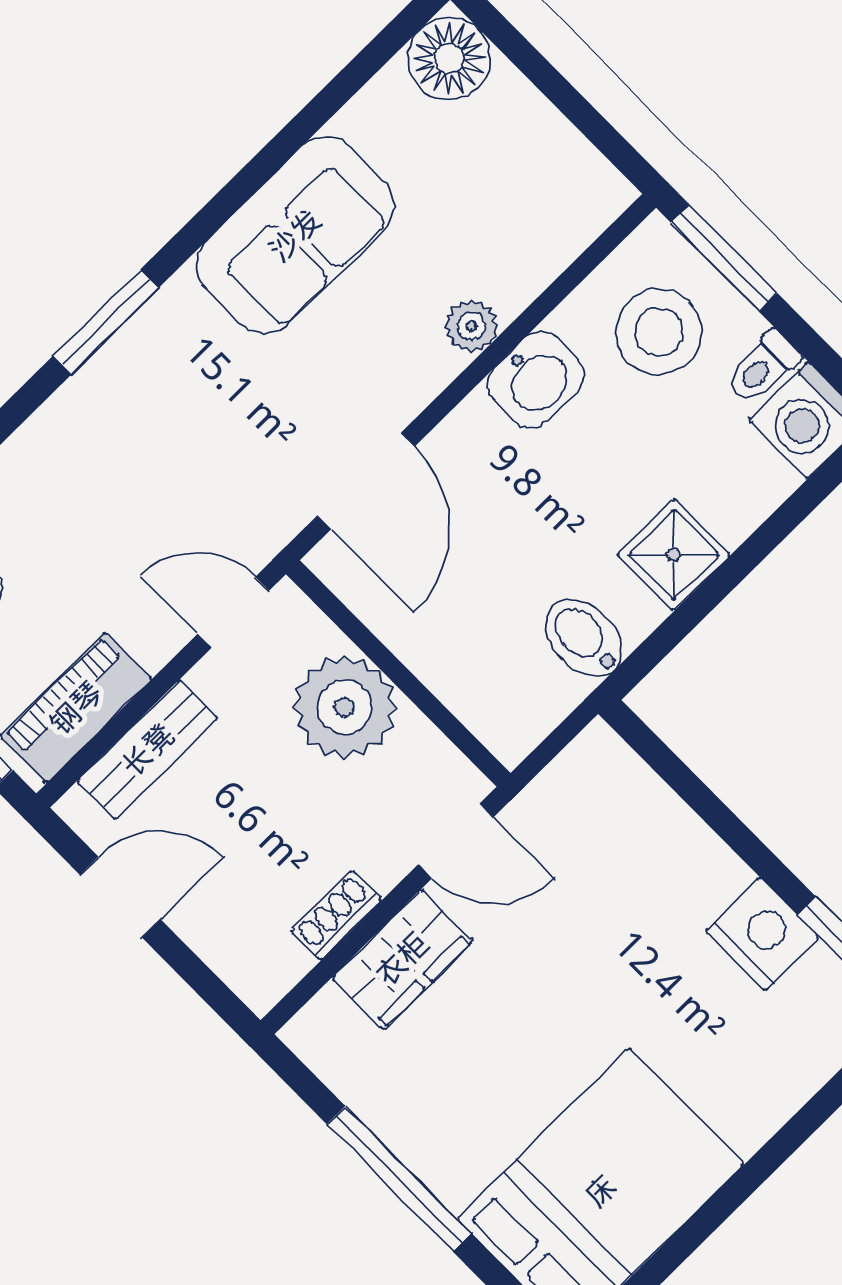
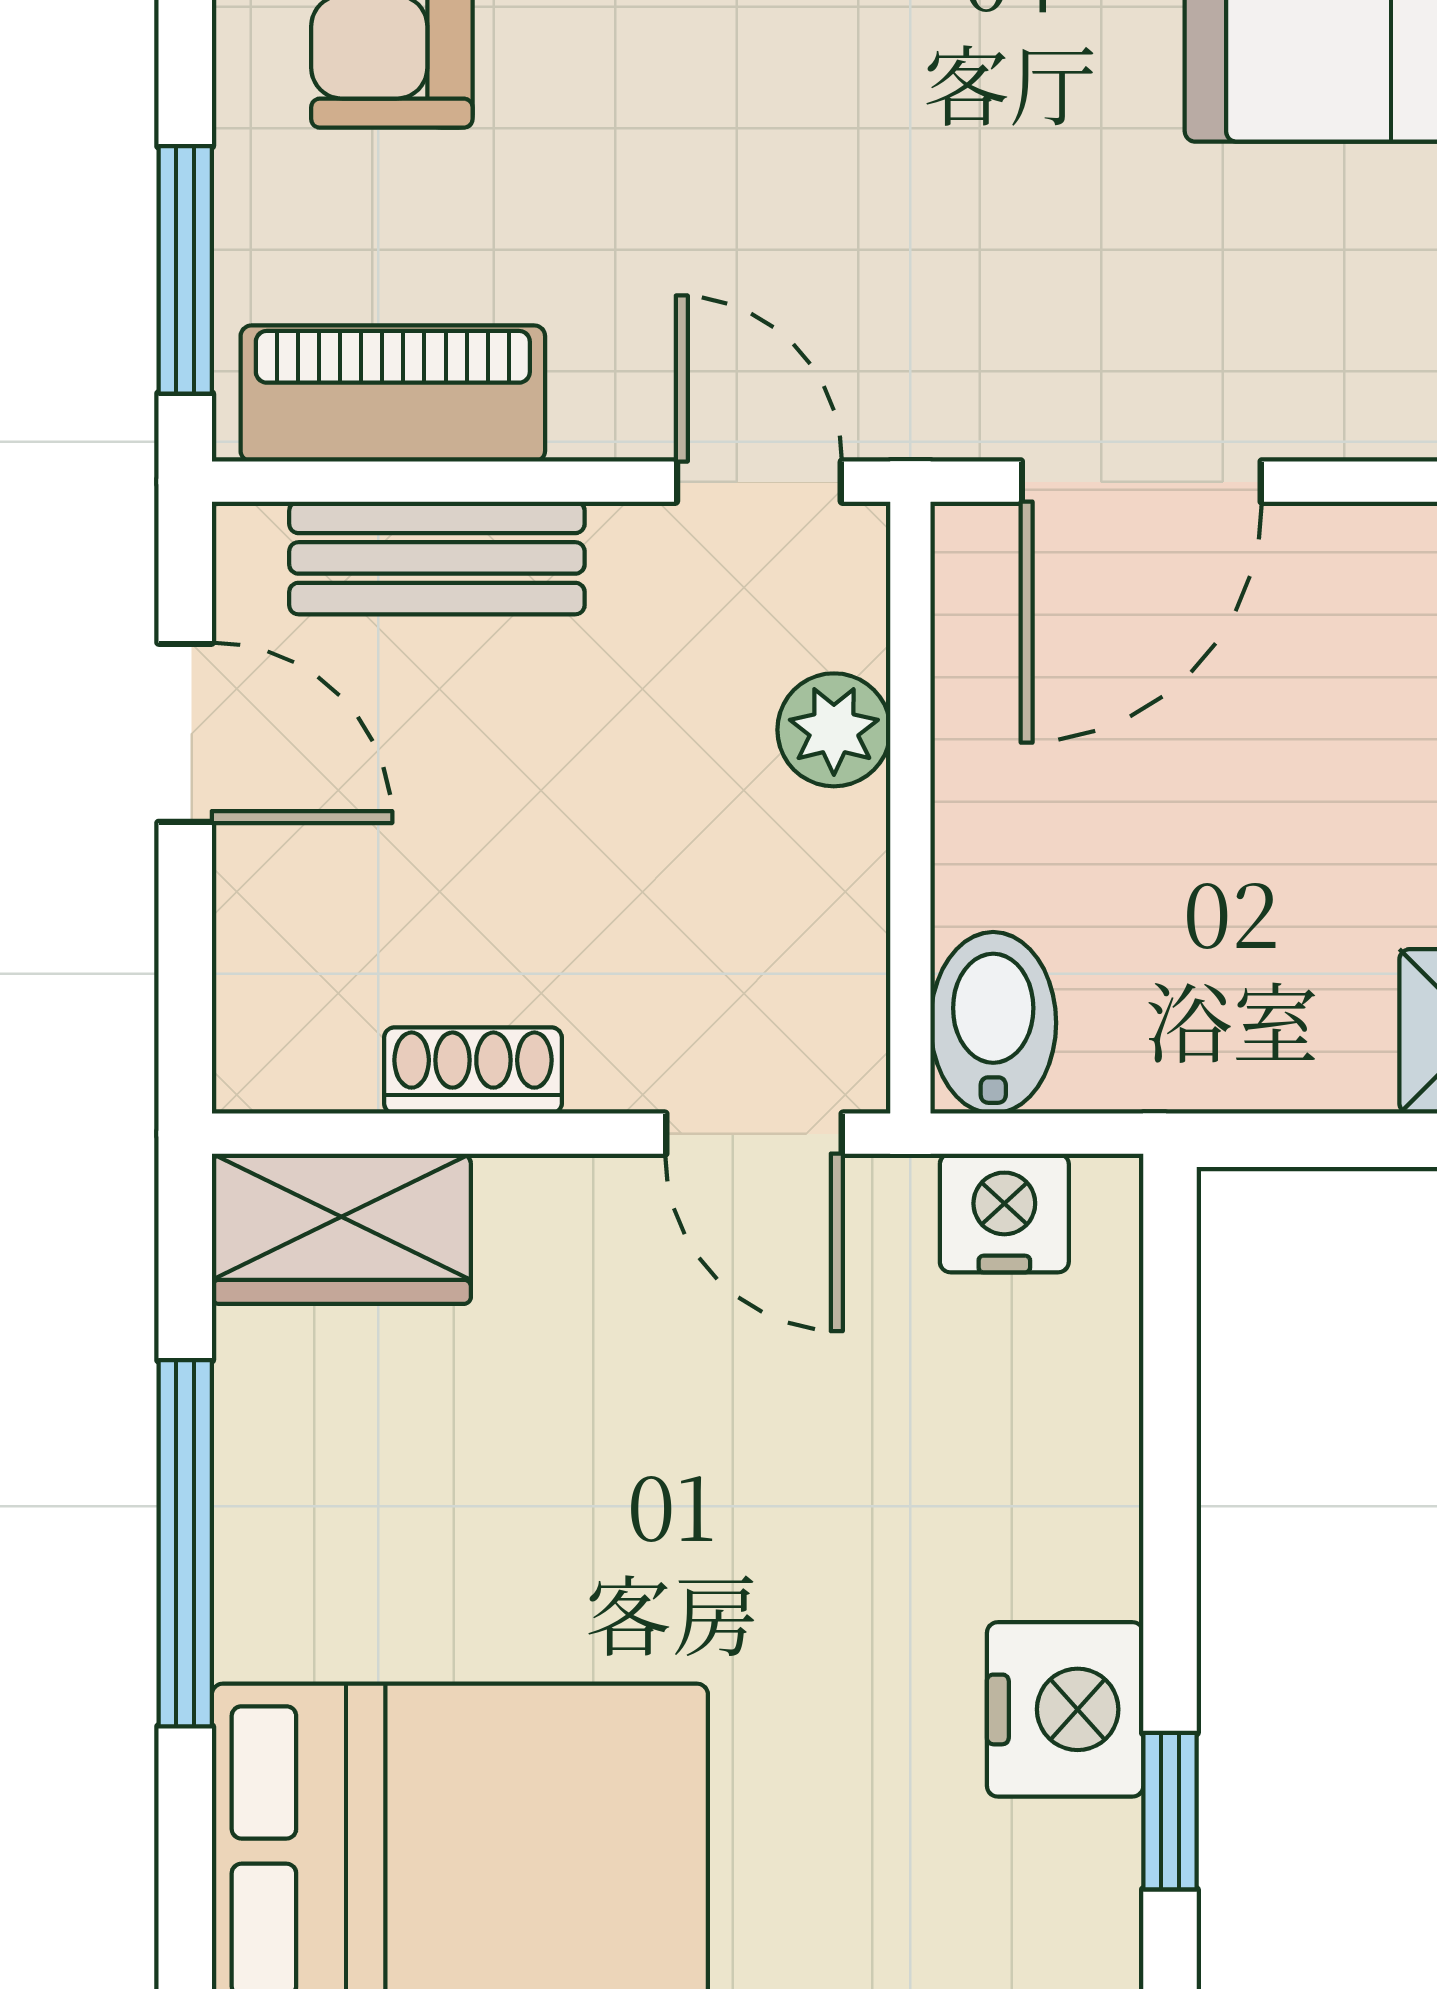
bidet: (584, 638) -> (993, 1023), moved
plant: (345, 707) -> (834, 730), width x0.53, depth x0.53
nightstand: (570, 782) -> (1004, 1213), added
wardrobe: (402, 959) -> (341, 1229), moved

